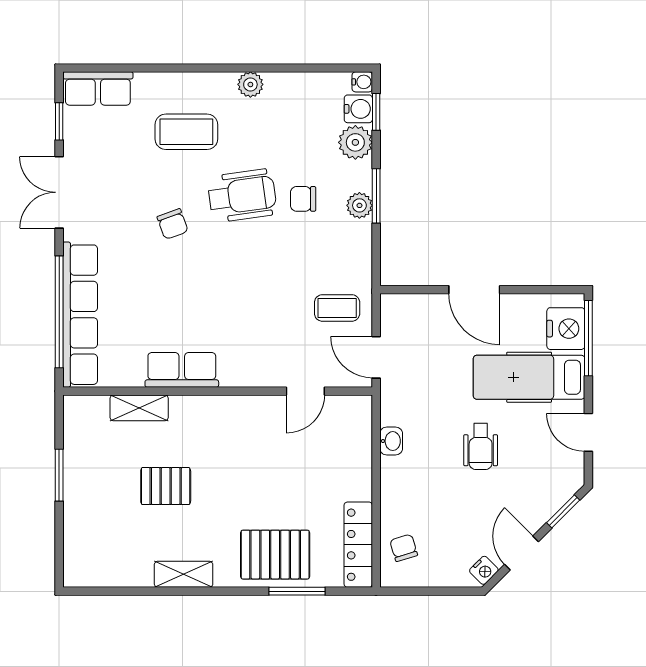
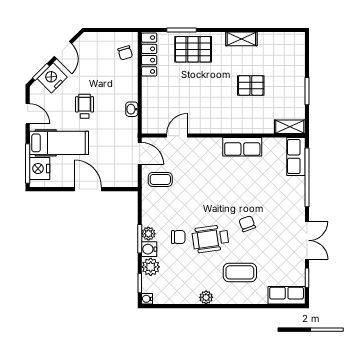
water cooler: (358, 109) -> (149, 249), moved
row of seats: (80, 315) -> (296, 157), width x0.50
shelving: (139, 408) -> (290, 127), moved
nightstand: (484, 570) -> (52, 78), moved, width x1.89, depth x1.79

